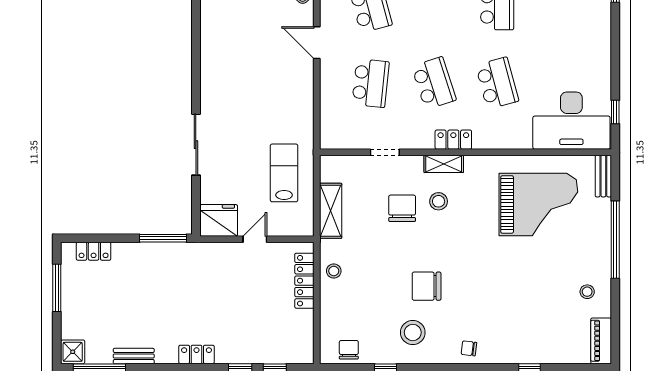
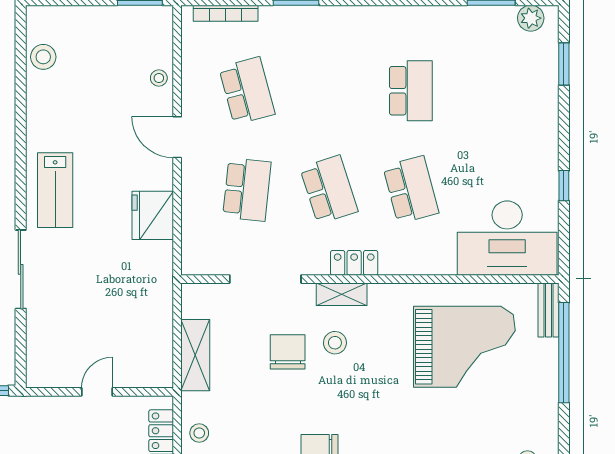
window: (615, 112) -> (564, 186), moved
doorway: (385, 152) -> (265, 279), width x1.88
lab bench: (284, 173) -> (55, 190), moved, turned 180
fridge: (219, 220) -> (153, 215), moved, turned -90
window: (615, 240) -> (564, 353), moved

